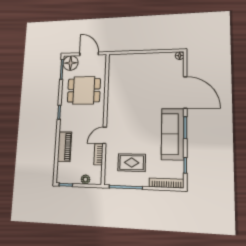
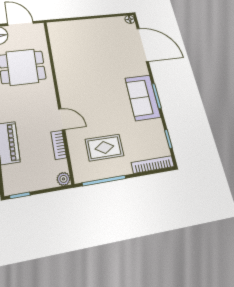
door: (185, 92) -> (143, 45), moved
sofa: (173, 134) -> (143, 97), width x0.73
door: (105, 135) -> (62, 119), swing flipped
plant: (85, 179) -> (64, 179), moved

